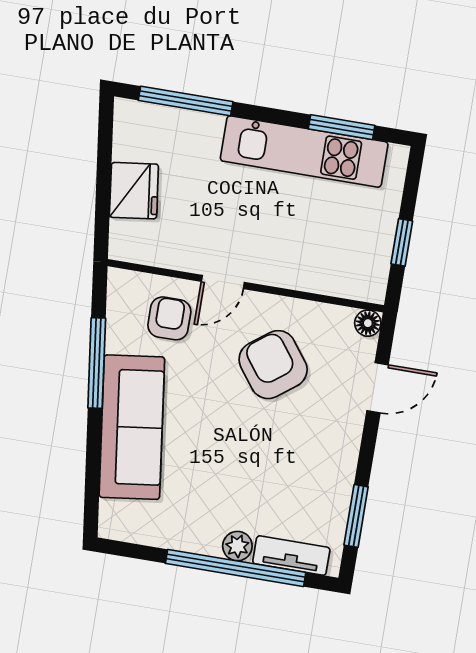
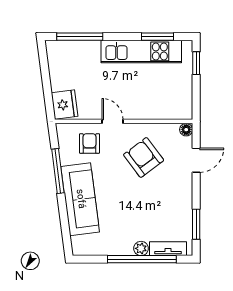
fridge: (134, 191) -> (65, 105), moved
window: (402, 242) -> (196, 63), moved
door: (223, 282) -> (113, 121), swing flipped

